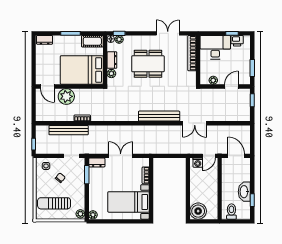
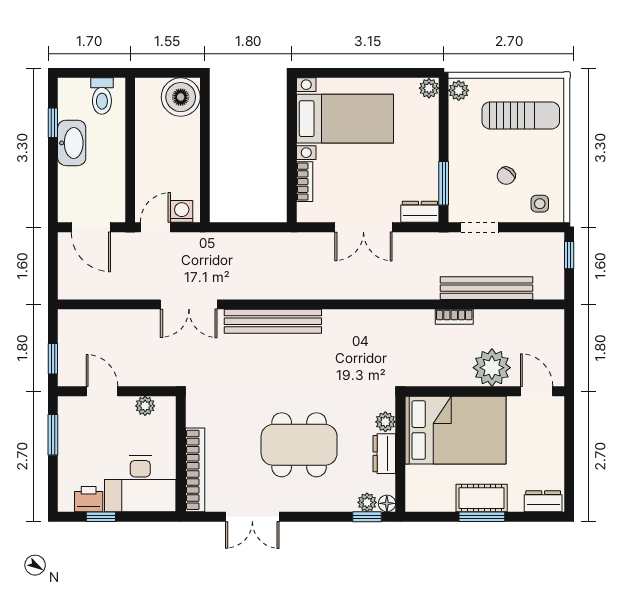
cot: (92, 41) -> (482, 498), moved
door: (231, 86) -> (102, 391), swing flipped
double door: (195, 123) -> (189, 304), swing flipped

